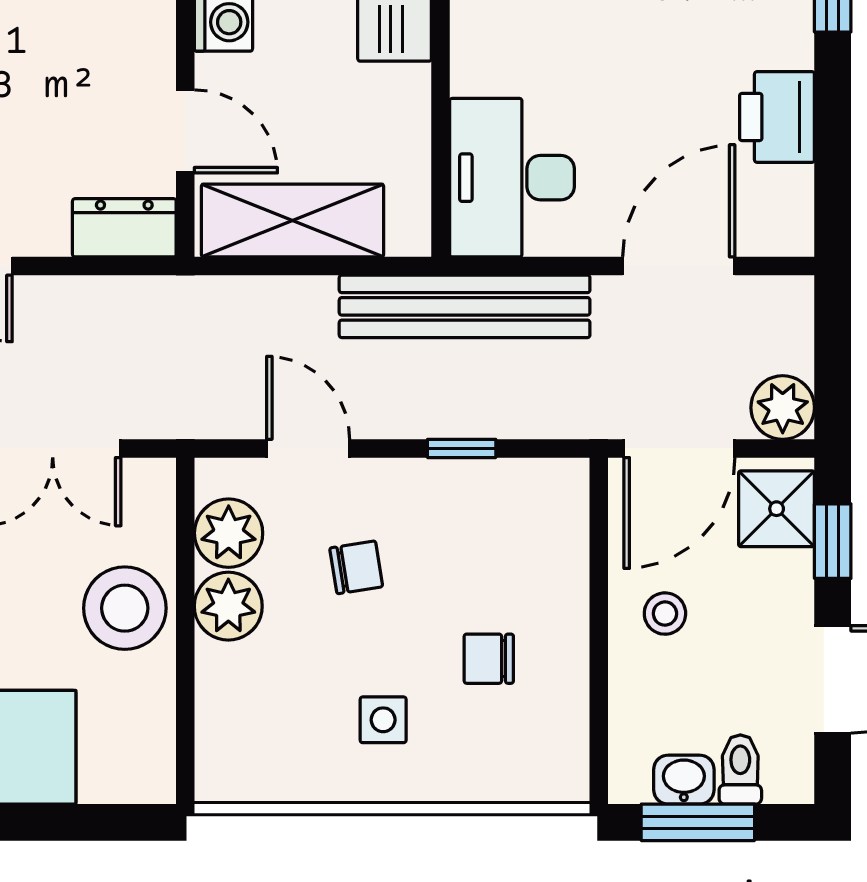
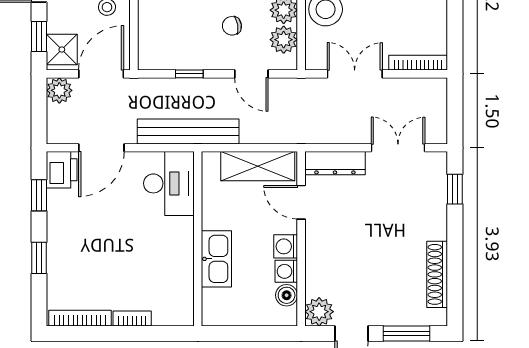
printer: (777, 117) -> (62, 170), moved
window: (833, 149) -> (39, 195), added
dresser: (124, 228) -> (335, 163), width x1.44

